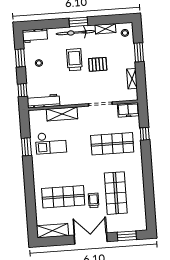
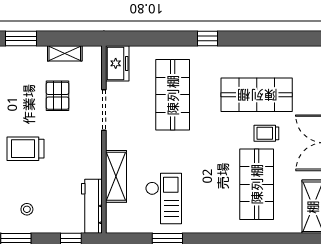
pallet: (98, 64) -> (58, 96), moved
window: (145, 134) -> (207, 38), moved

